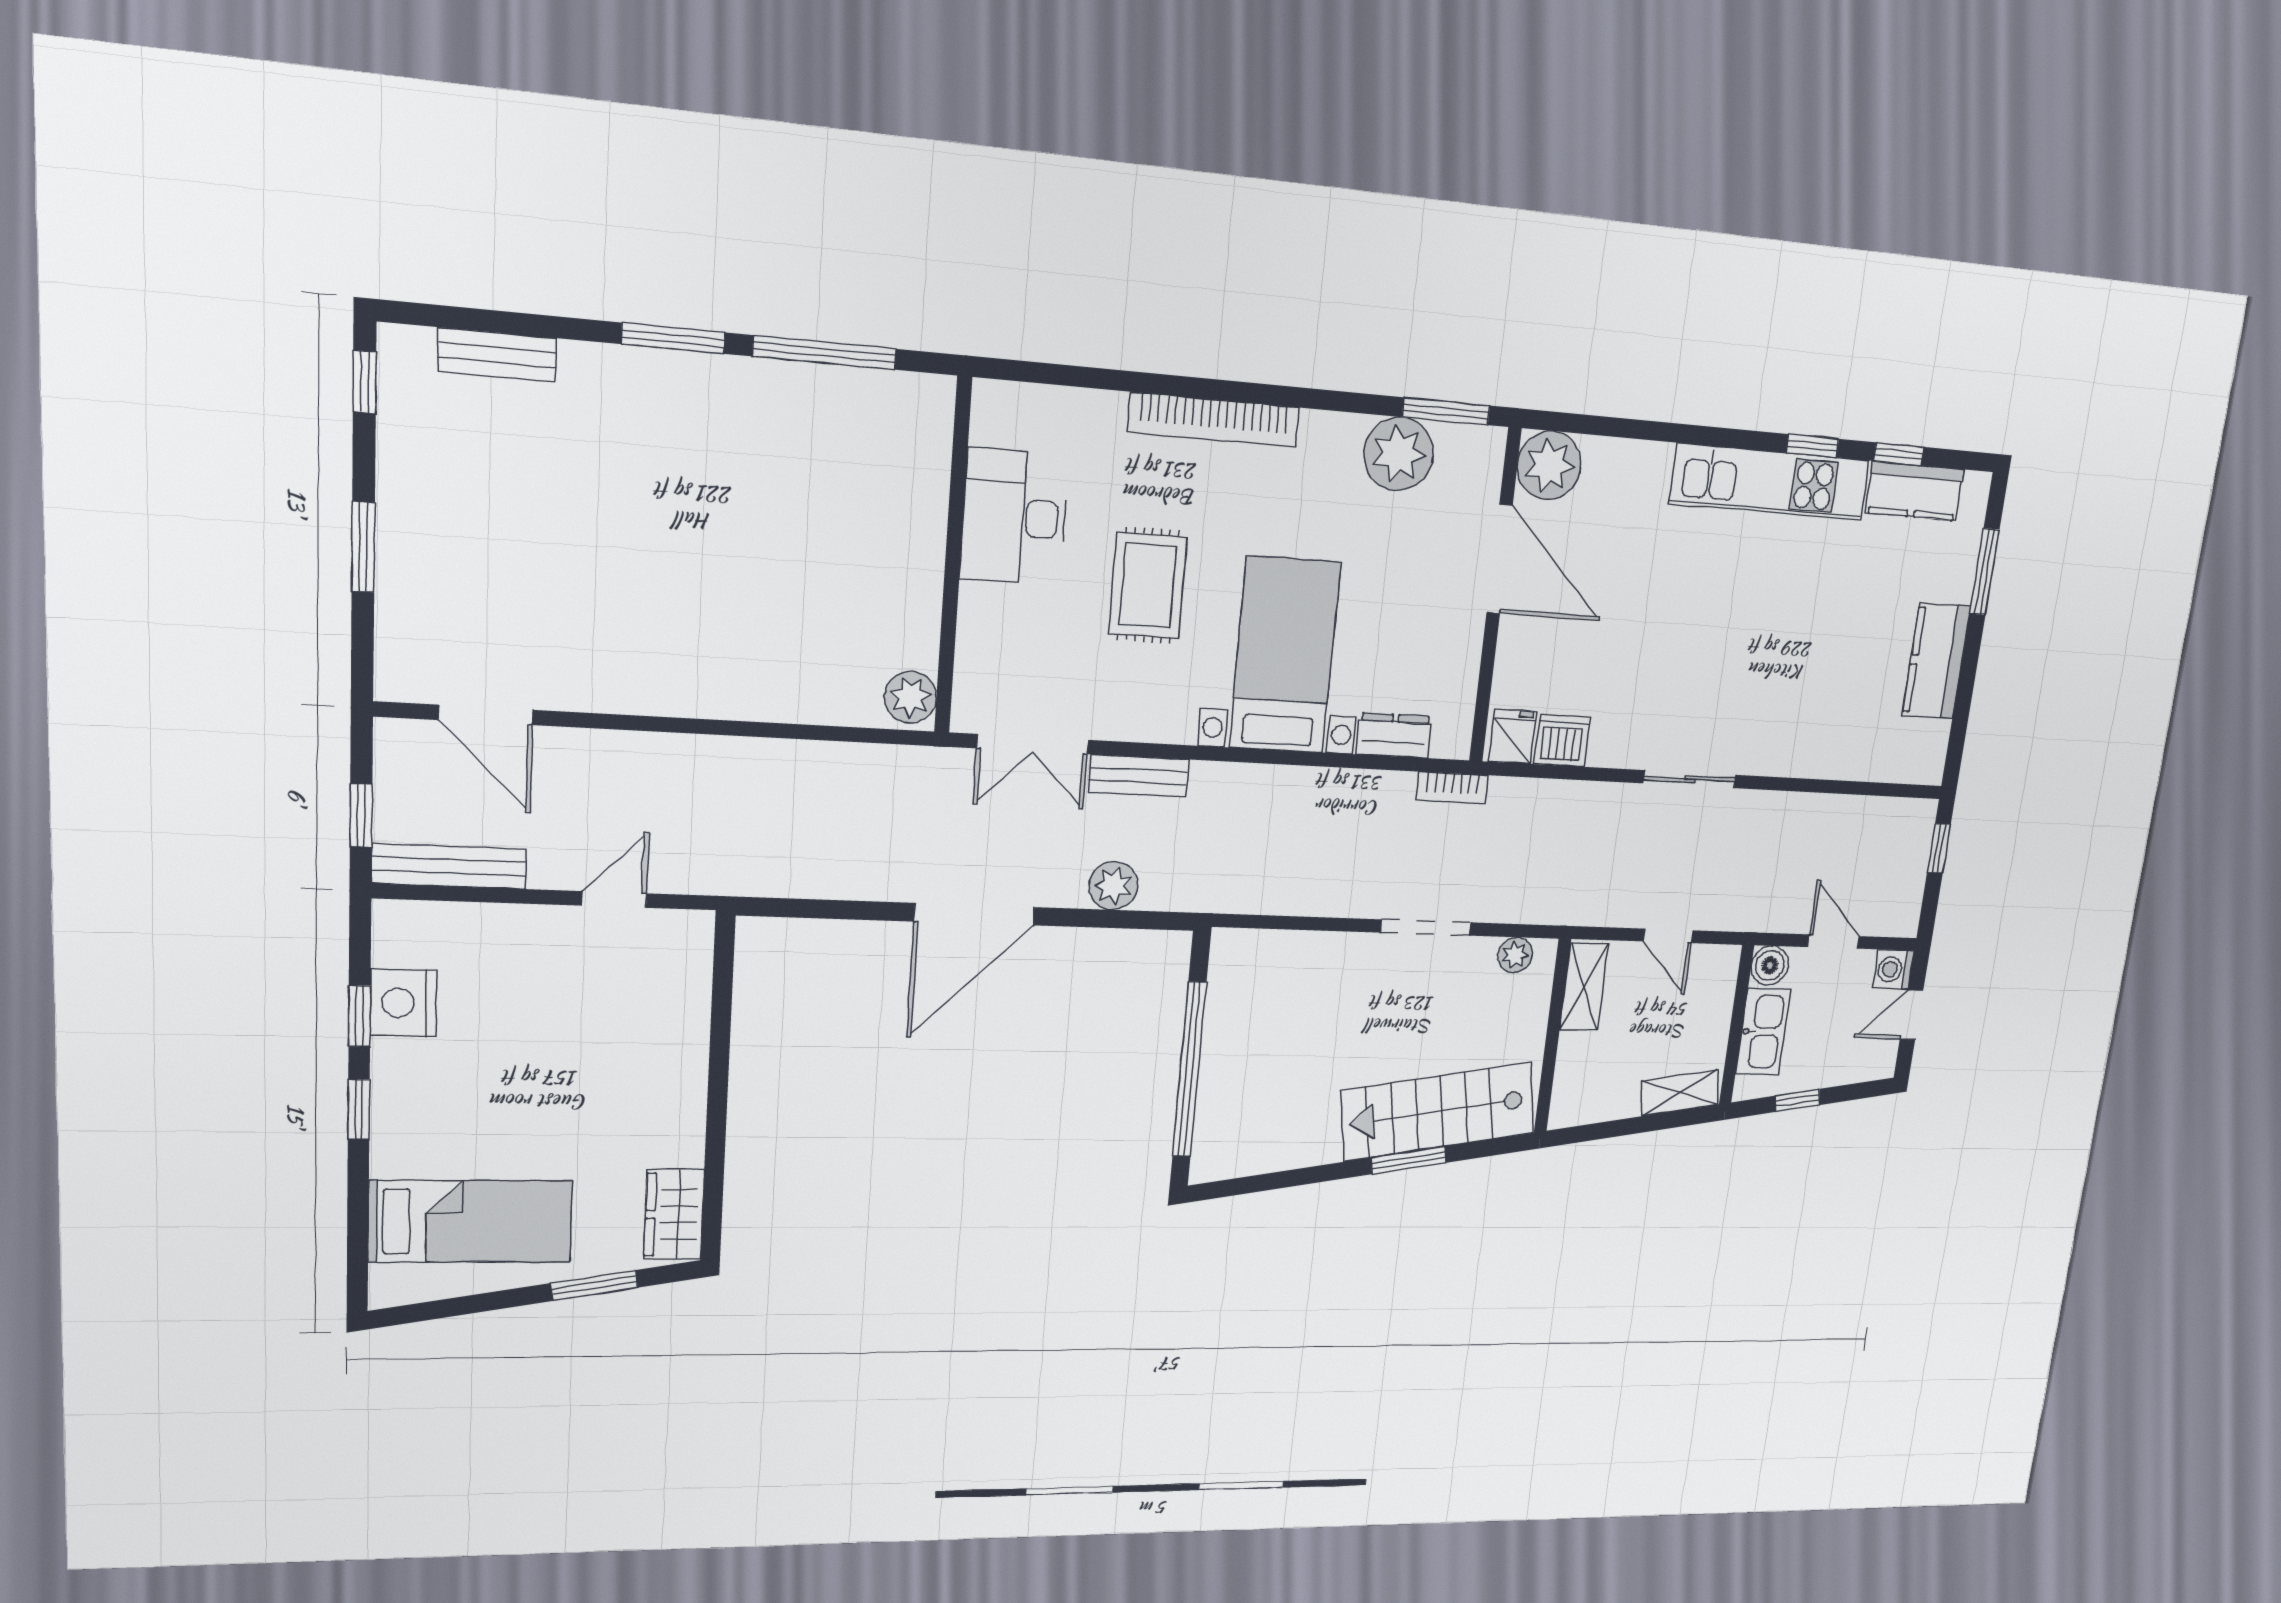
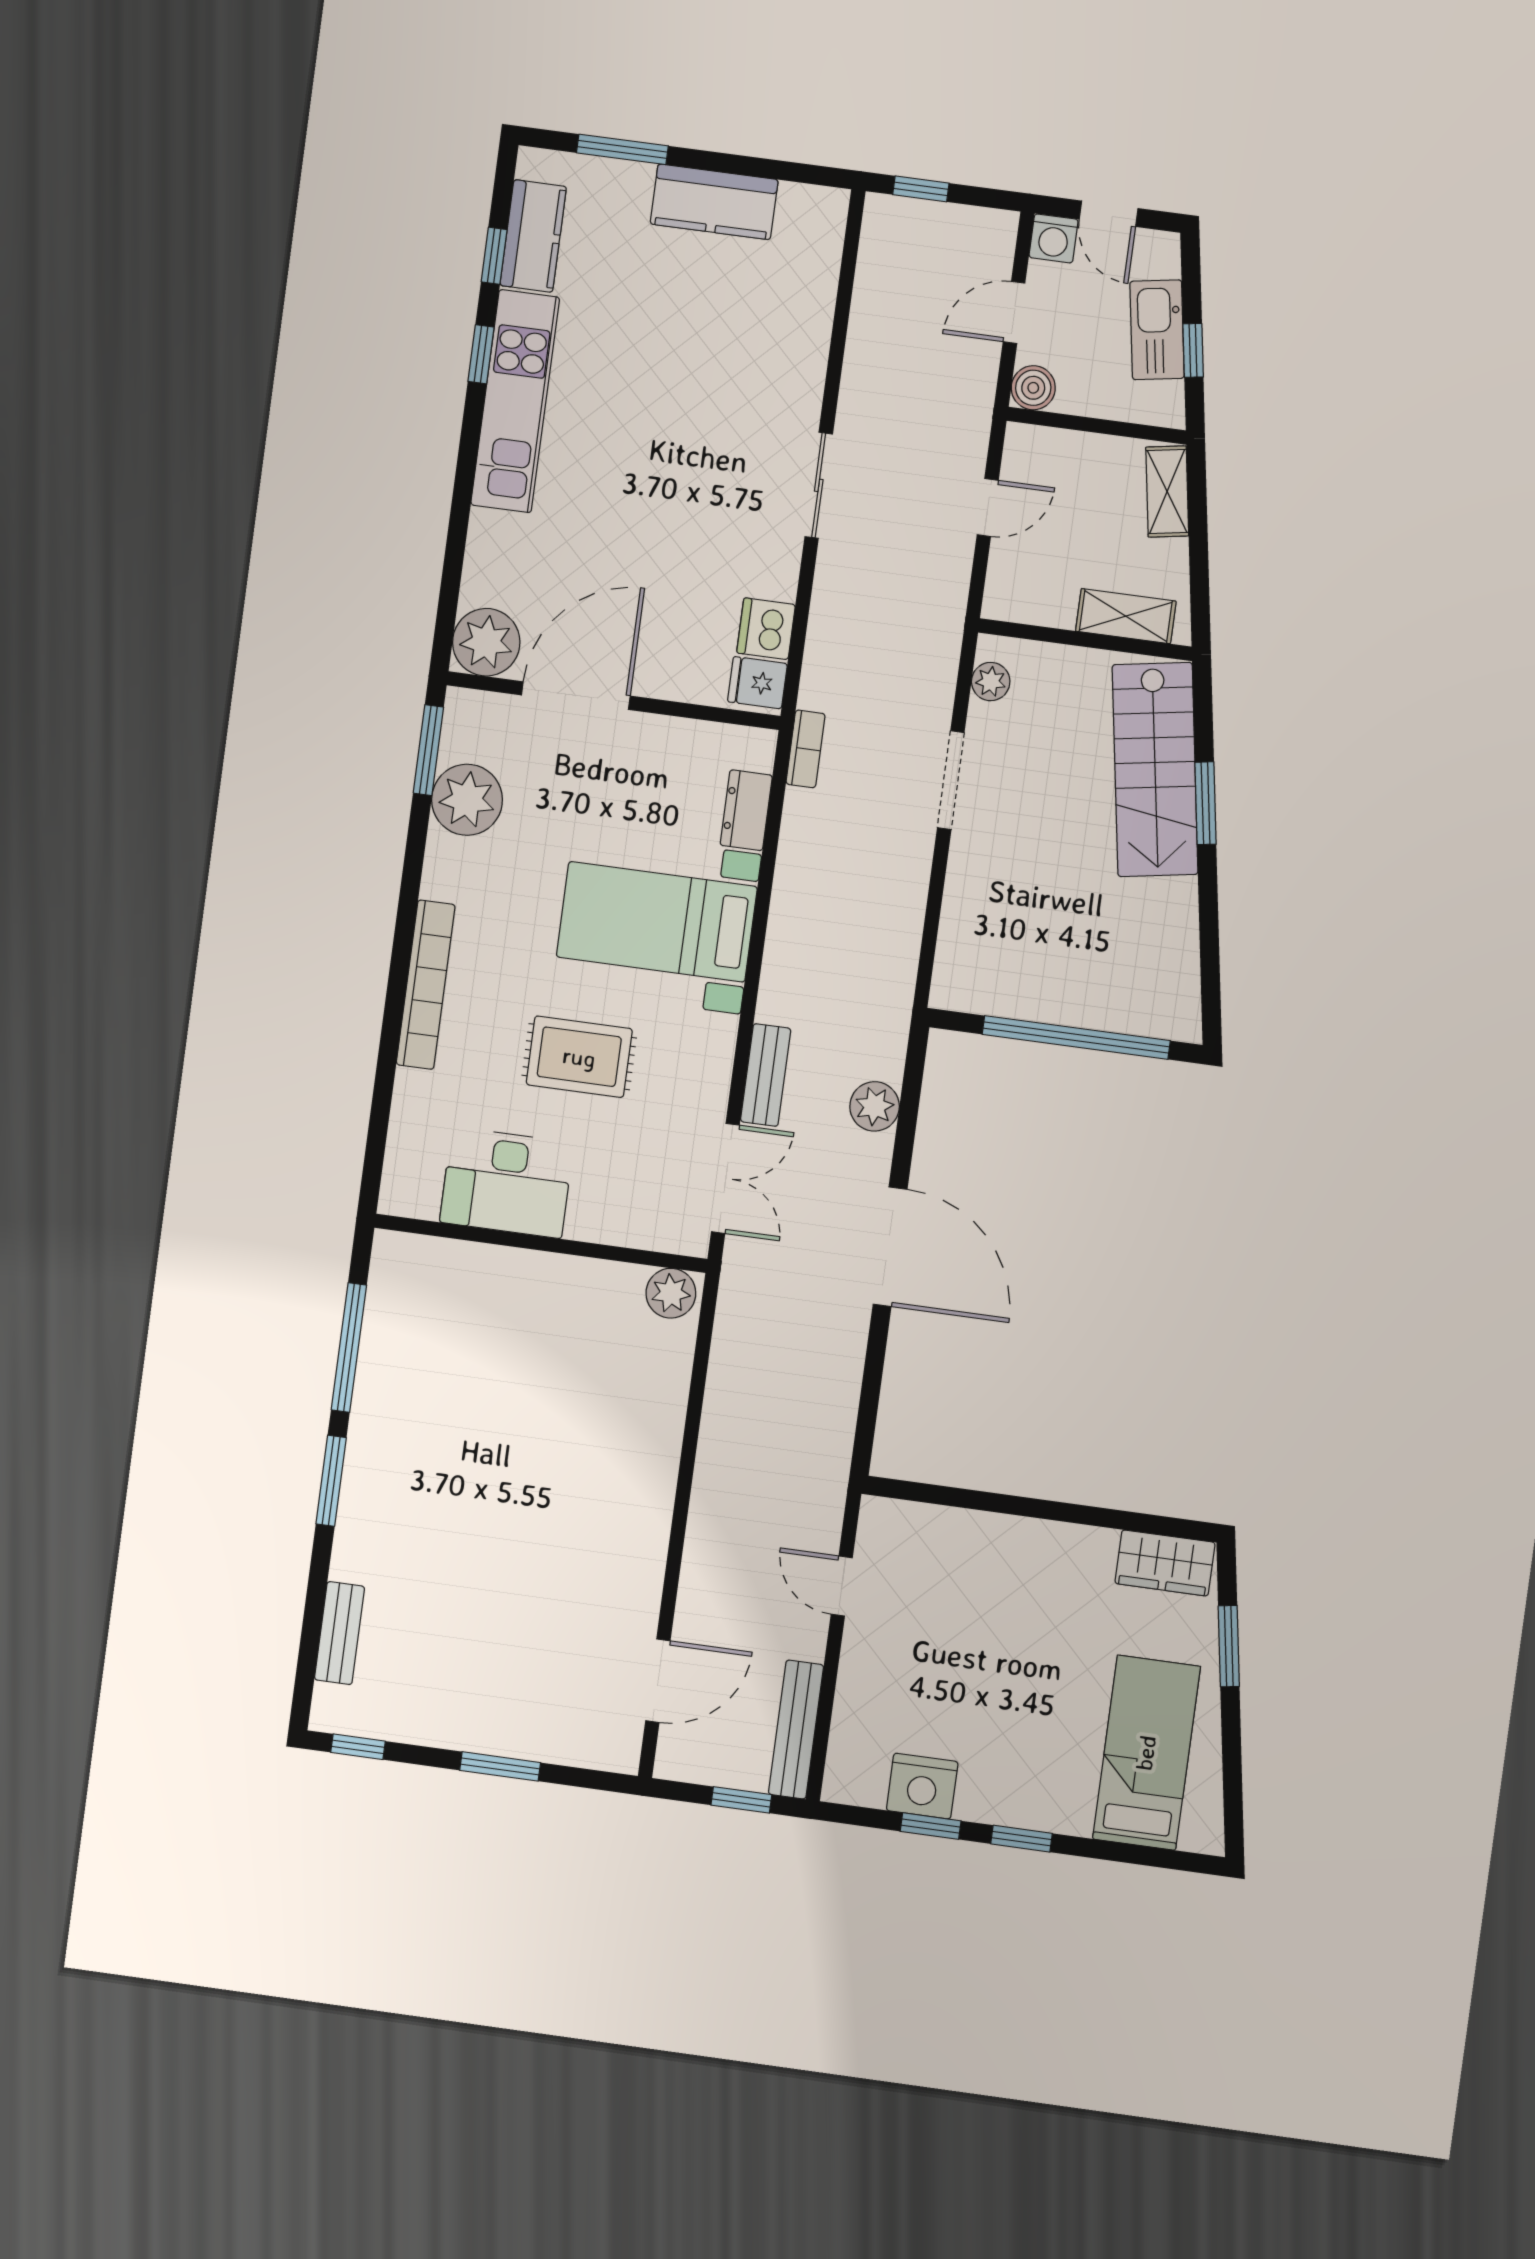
shelving: (1584, 987) -> (1126, 616), moved
kitchen sink: (1763, 1032) -> (1157, 330), moved, turned -99

